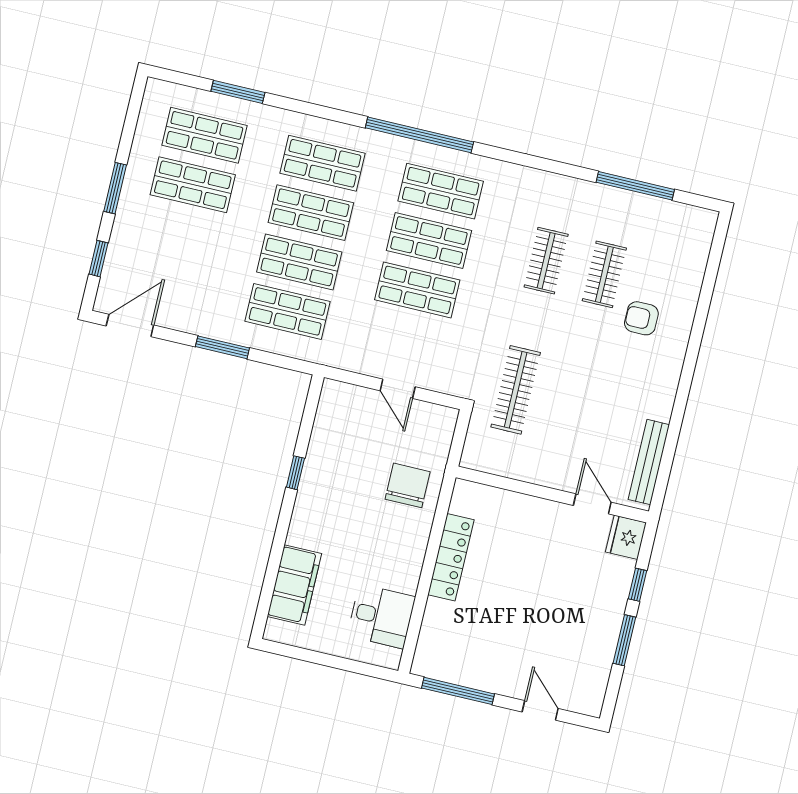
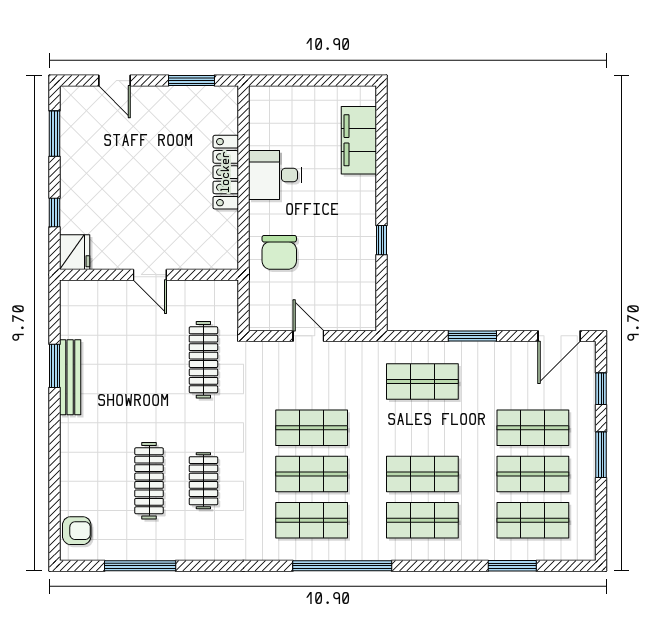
shop shelf: (299, 262) -> (533, 428), moved
clothes rail: (604, 274) -> (149, 481), width x1.36
armchair: (641, 318) -> (77, 531), moved
window: (676, 421) -> (55, 366), added
bench: (649, 462) -> (70, 377), moved
door: (592, 504) -> (150, 275), moved
locker: (451, 557) -> (226, 172), moved
desk: (381, 616) -> (275, 175), moved
window: (624, 640) -> (55, 134), moved
window: (458, 691) -> (191, 81), width x0.69

